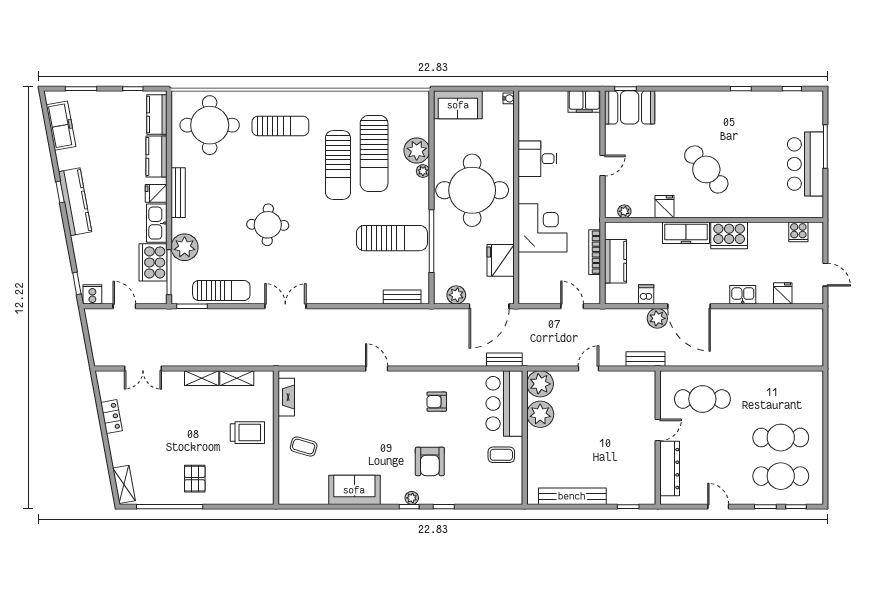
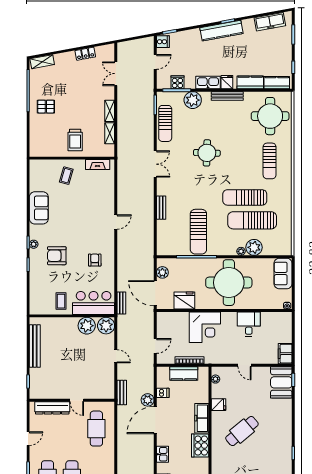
cooker: (153, 262) -> (177, 82), width x0.53, depth x0.76
bench: (402, 297) -> (161, 208), moved

